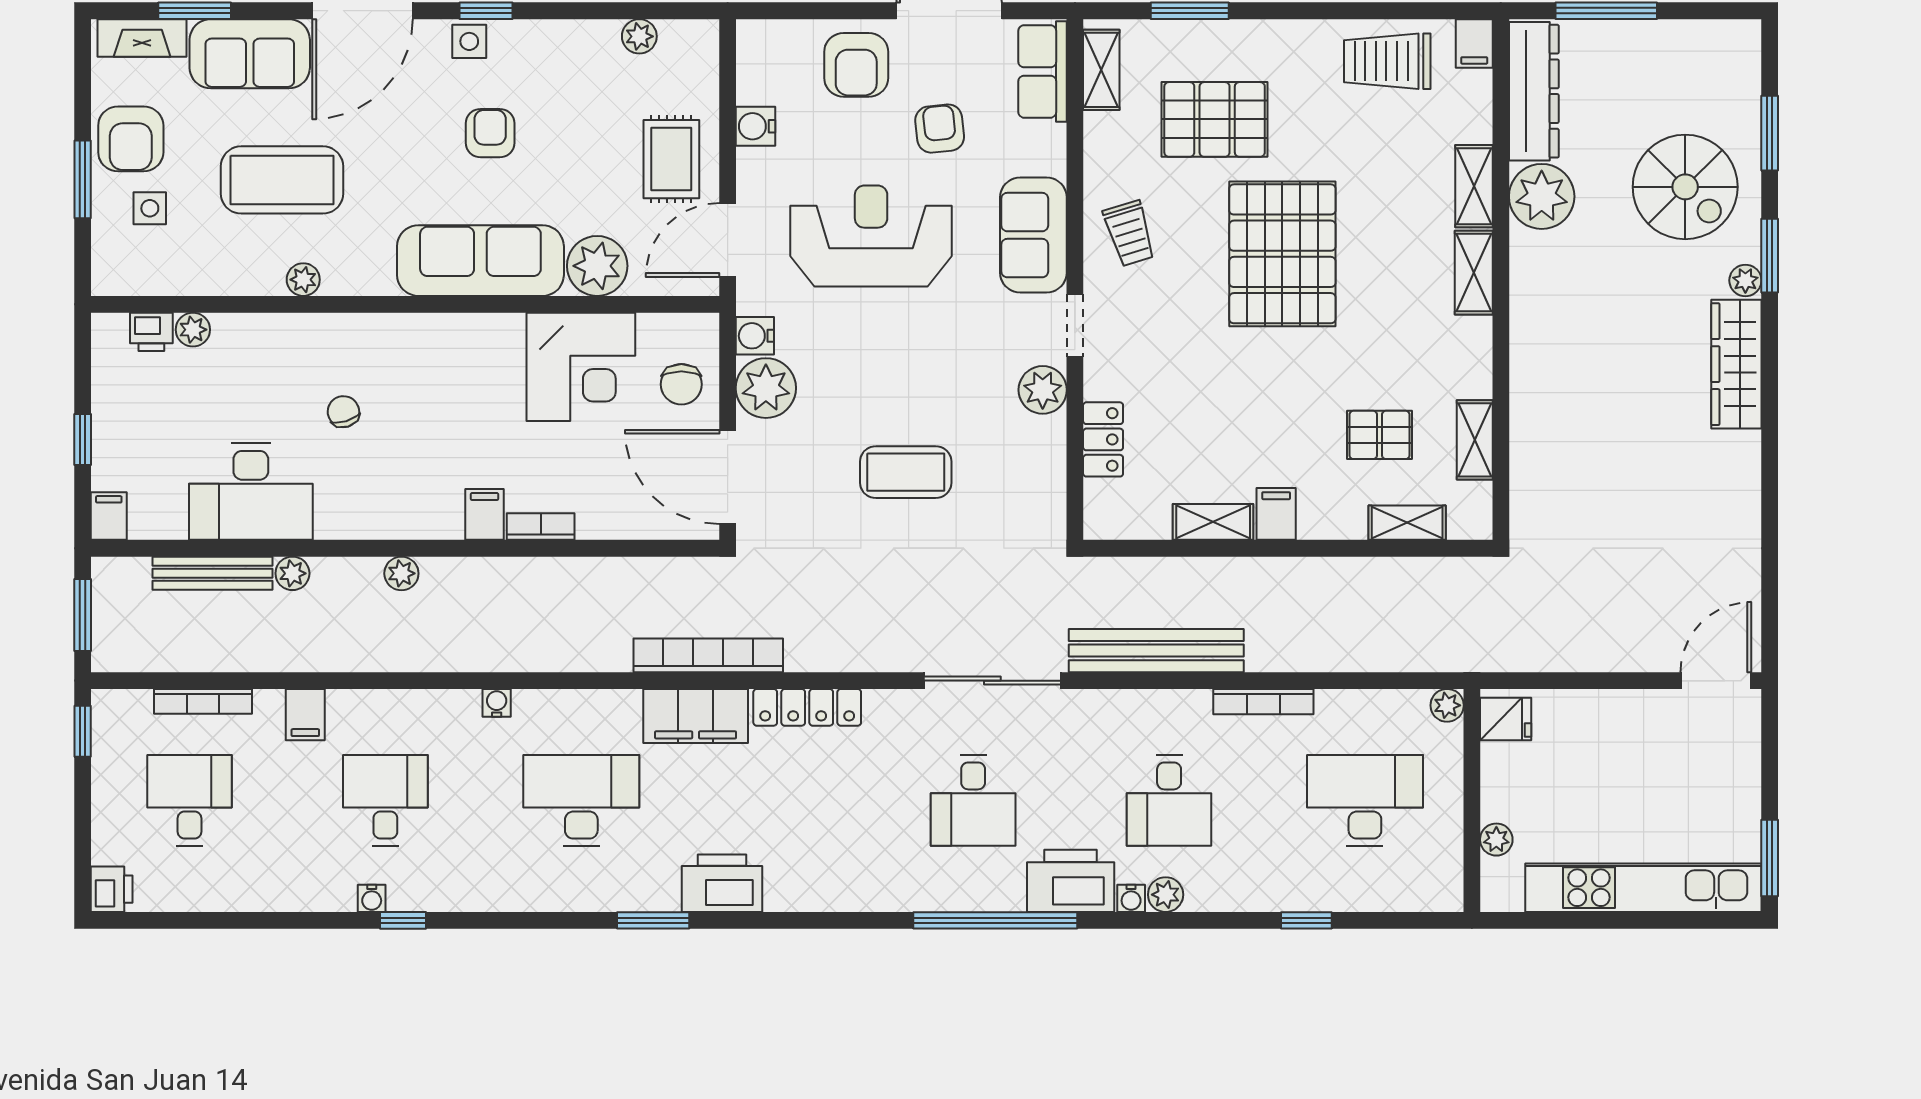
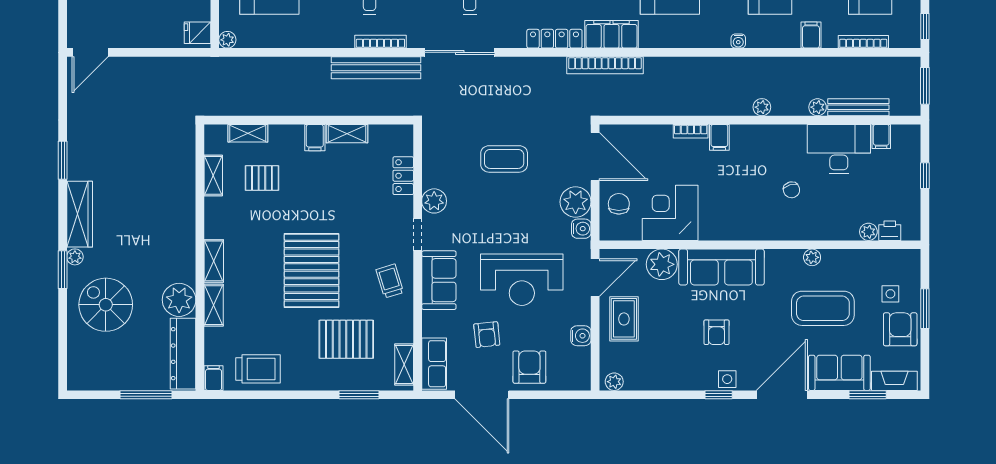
plant: (639, 36) -> (614, 382), moved
window: (1770, 133) -> (63, 160), moved
filing cabinet: (109, 516) -> (881, 136), moved
bookcase: (1263, 702) -> (380, 42), moved
water cooler: (497, 703) -> (738, 41), moved

